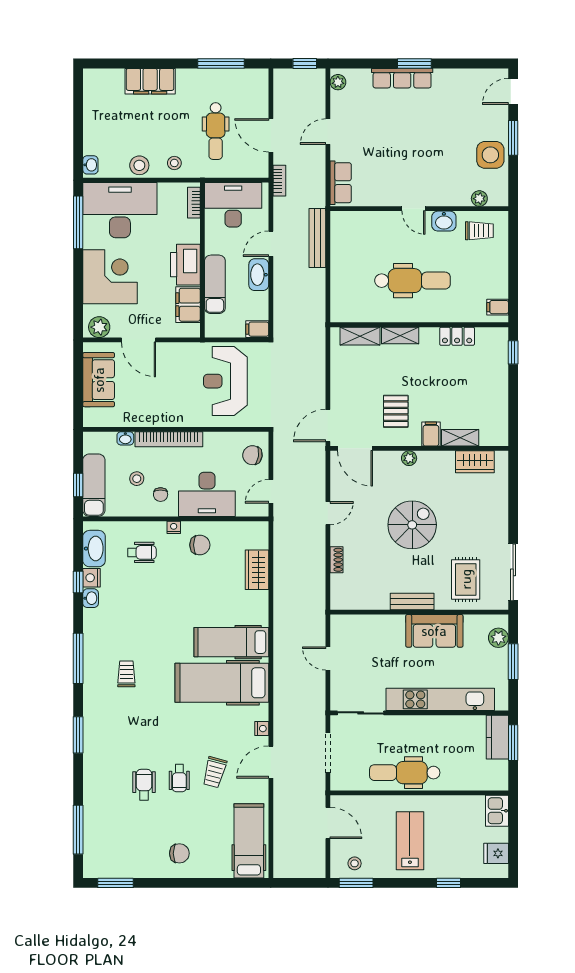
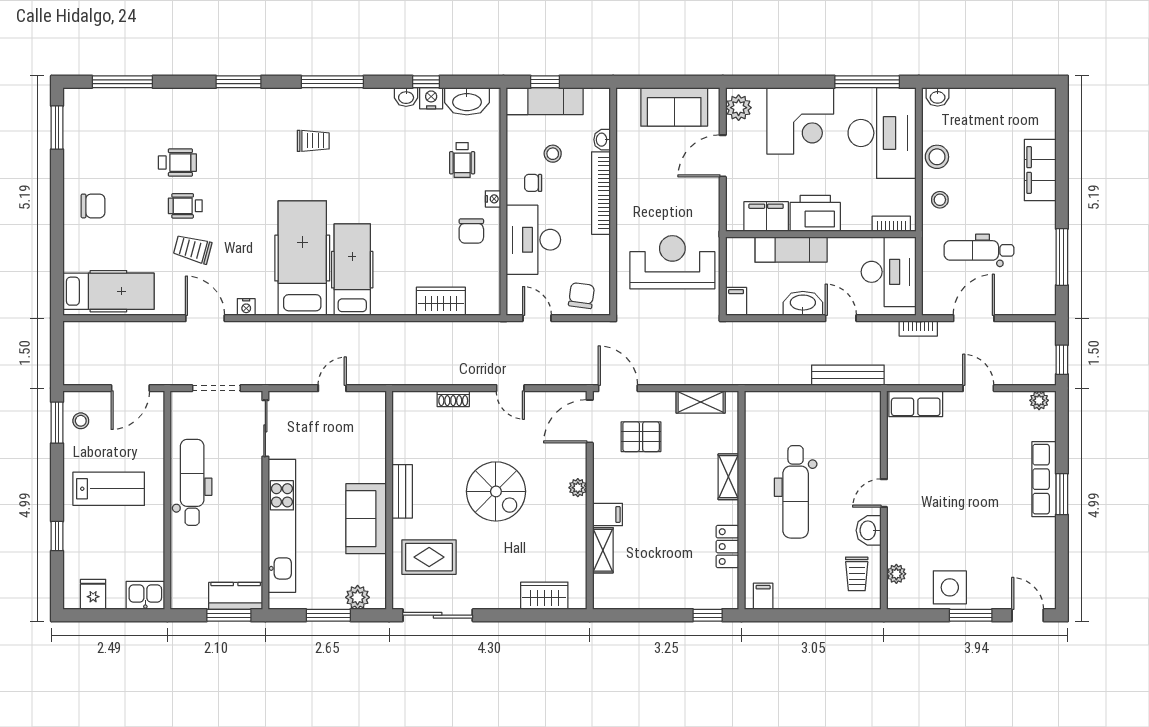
shelving: (360, 336) -> (701, 402), moved, turned 90
pallet: (396, 411) -> (641, 437), moved
wardrobe: (475, 462) -> (544, 596), moved, turned 90
chair: (179, 853) -> (93, 206), turned -90

